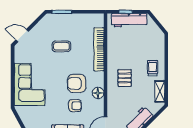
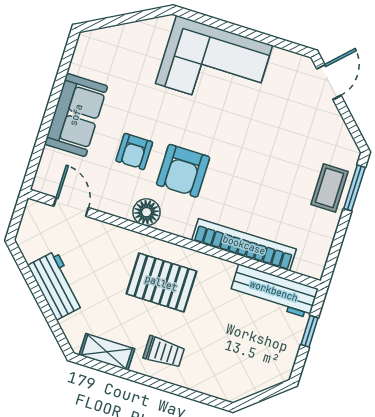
workbench: (129, 20) -> (274, 291), moved, turned -90
coffee table: (61, 46) -> (330, 188), moved
pallet: (125, 78) -> (161, 283), width x1.50, depth x1.42
armchair: (77, 83) -> (183, 171), turned 180

